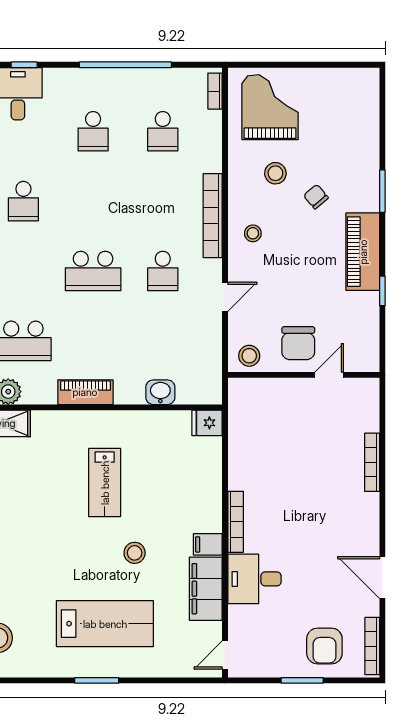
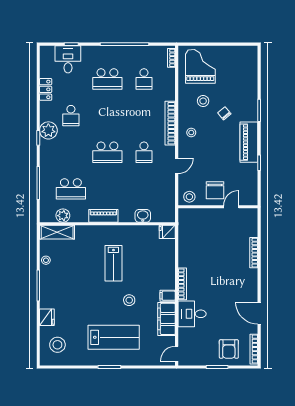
school desk: (93, 131) -> (107, 79), width x1.85

